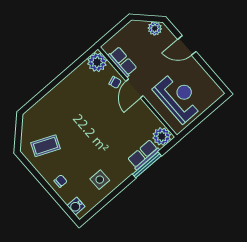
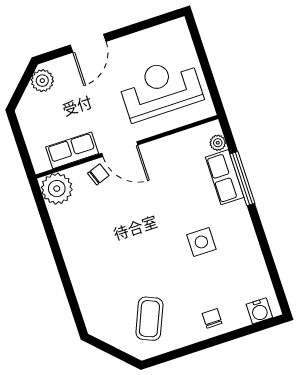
plant: (162, 136) -> (218, 143), width x0.53, depth x0.53
side table: (100, 180) -> (201, 242), moved

